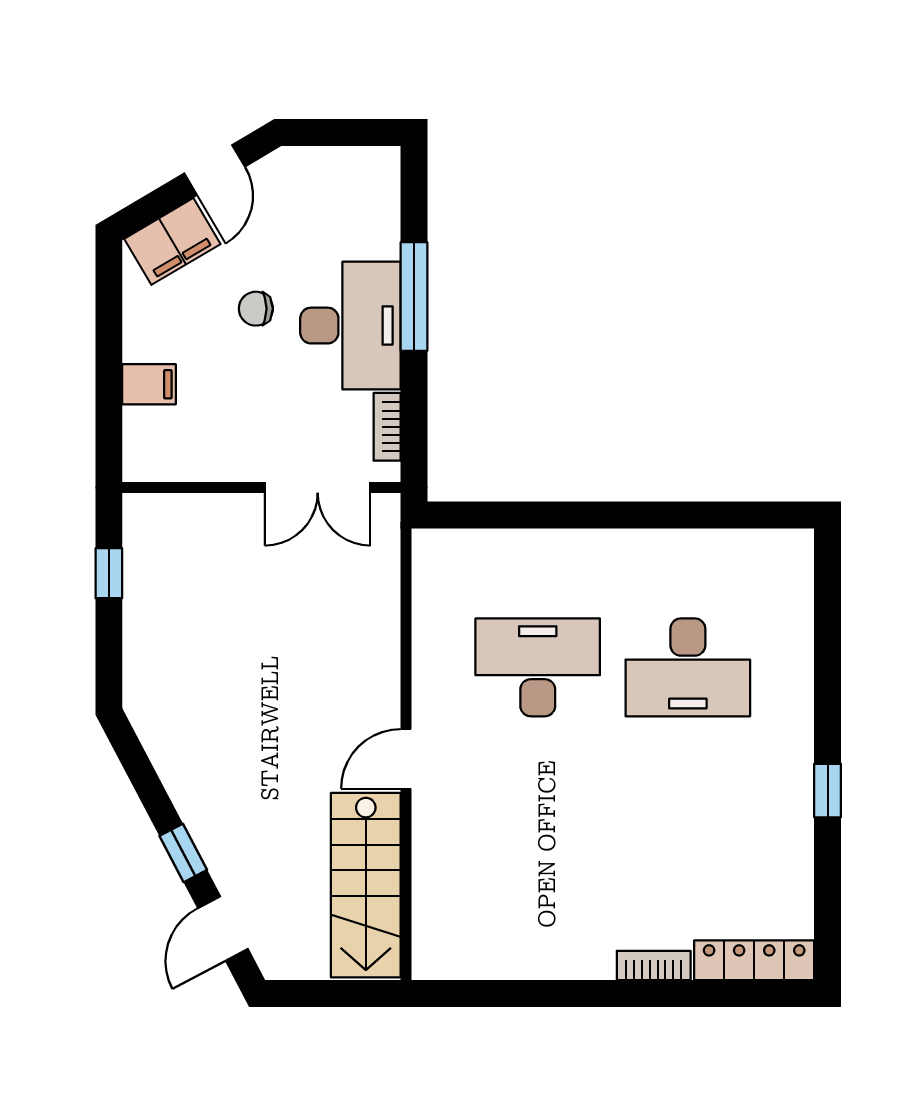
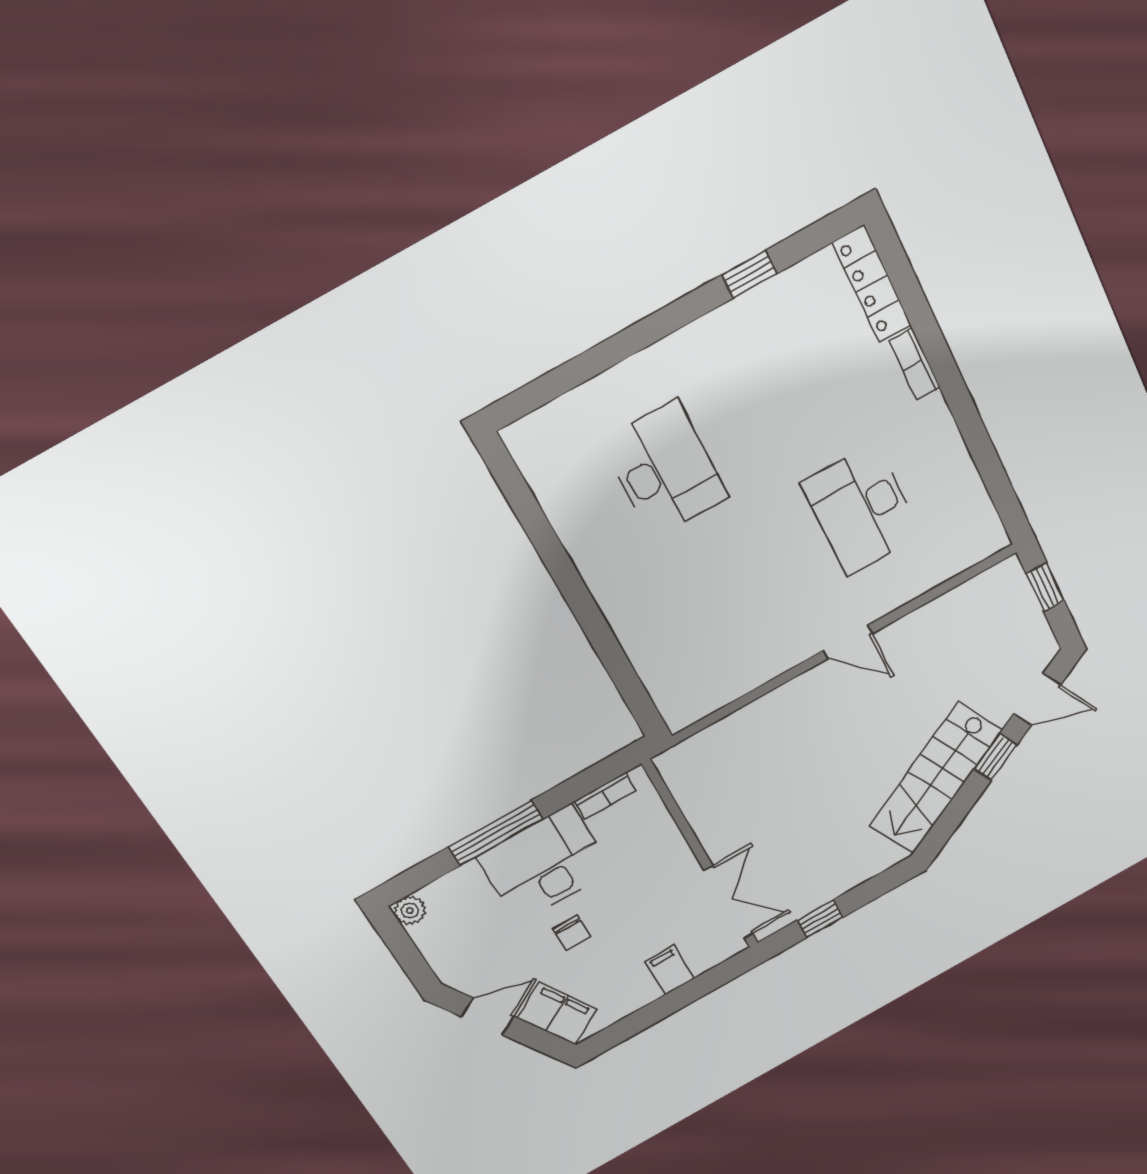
plant: (383, 164) -> (410, 910), added
double door: (318, 487) -> (729, 902), moved
desk: (538, 667) -> (861, 509), moved
window: (828, 791) -> (749, 274), moved
stairs: (366, 885) -> (936, 778), moved, turned 152
window: (344, 994) -> (1045, 587), added

